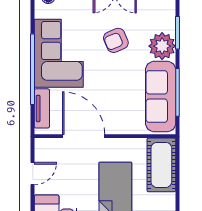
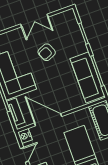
plant: (162, 46) -> (77, 45), removed
nightstand: (43, 147) -> (25, 136), added

